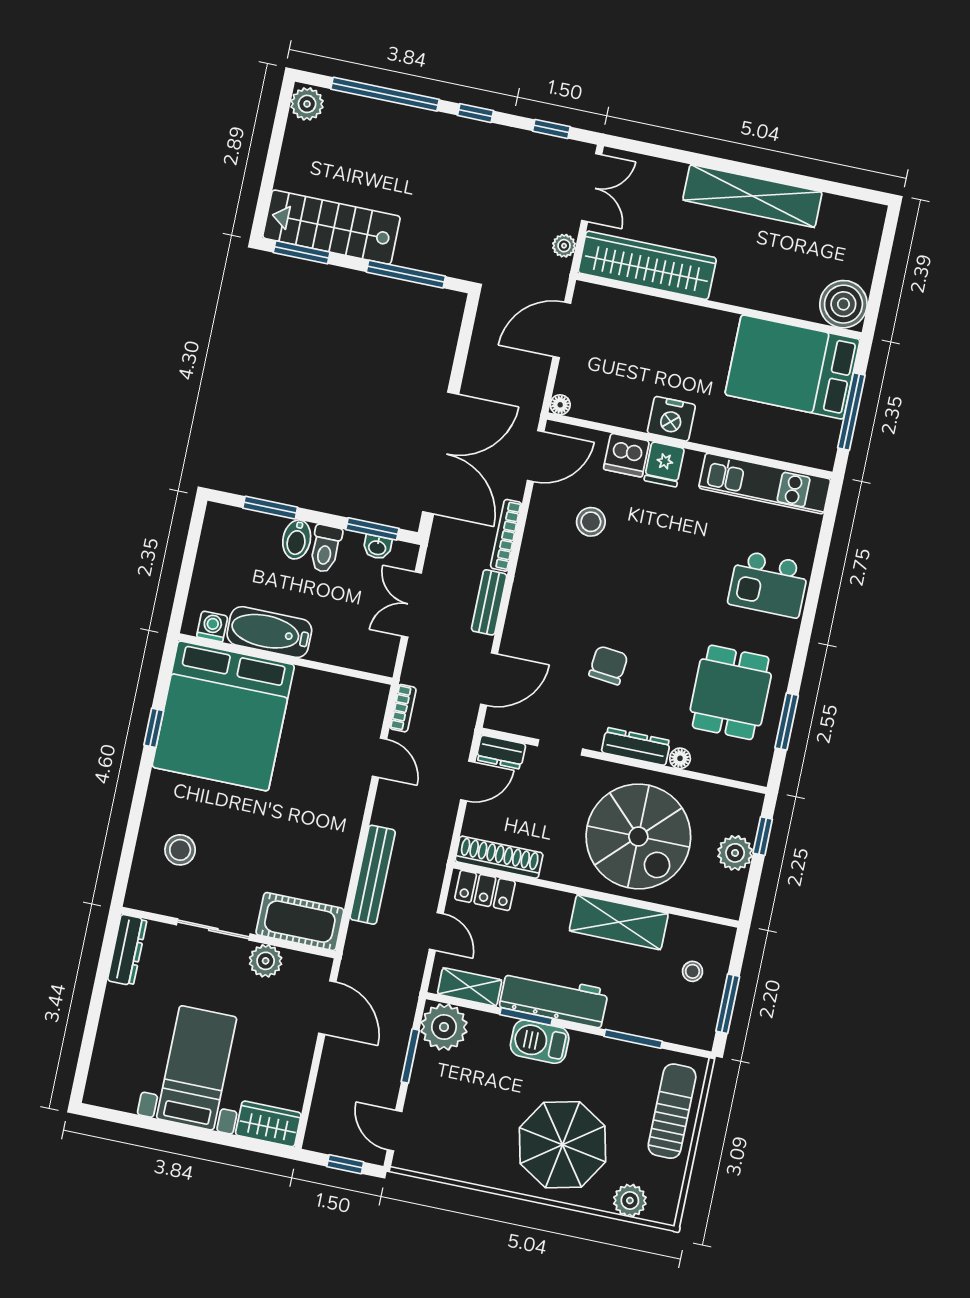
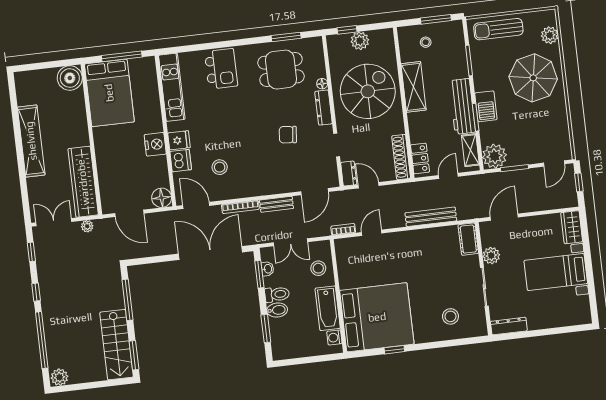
floor lamp: (560, 405) -> (162, 198), width x1.89, depth x1.89
stool: (348, 639) -> (318, 268), added
door: (489, 679) -> (315, 192), swing flipped
cot: (300, 922) -> (468, 239), width x0.73, depth x0.75

